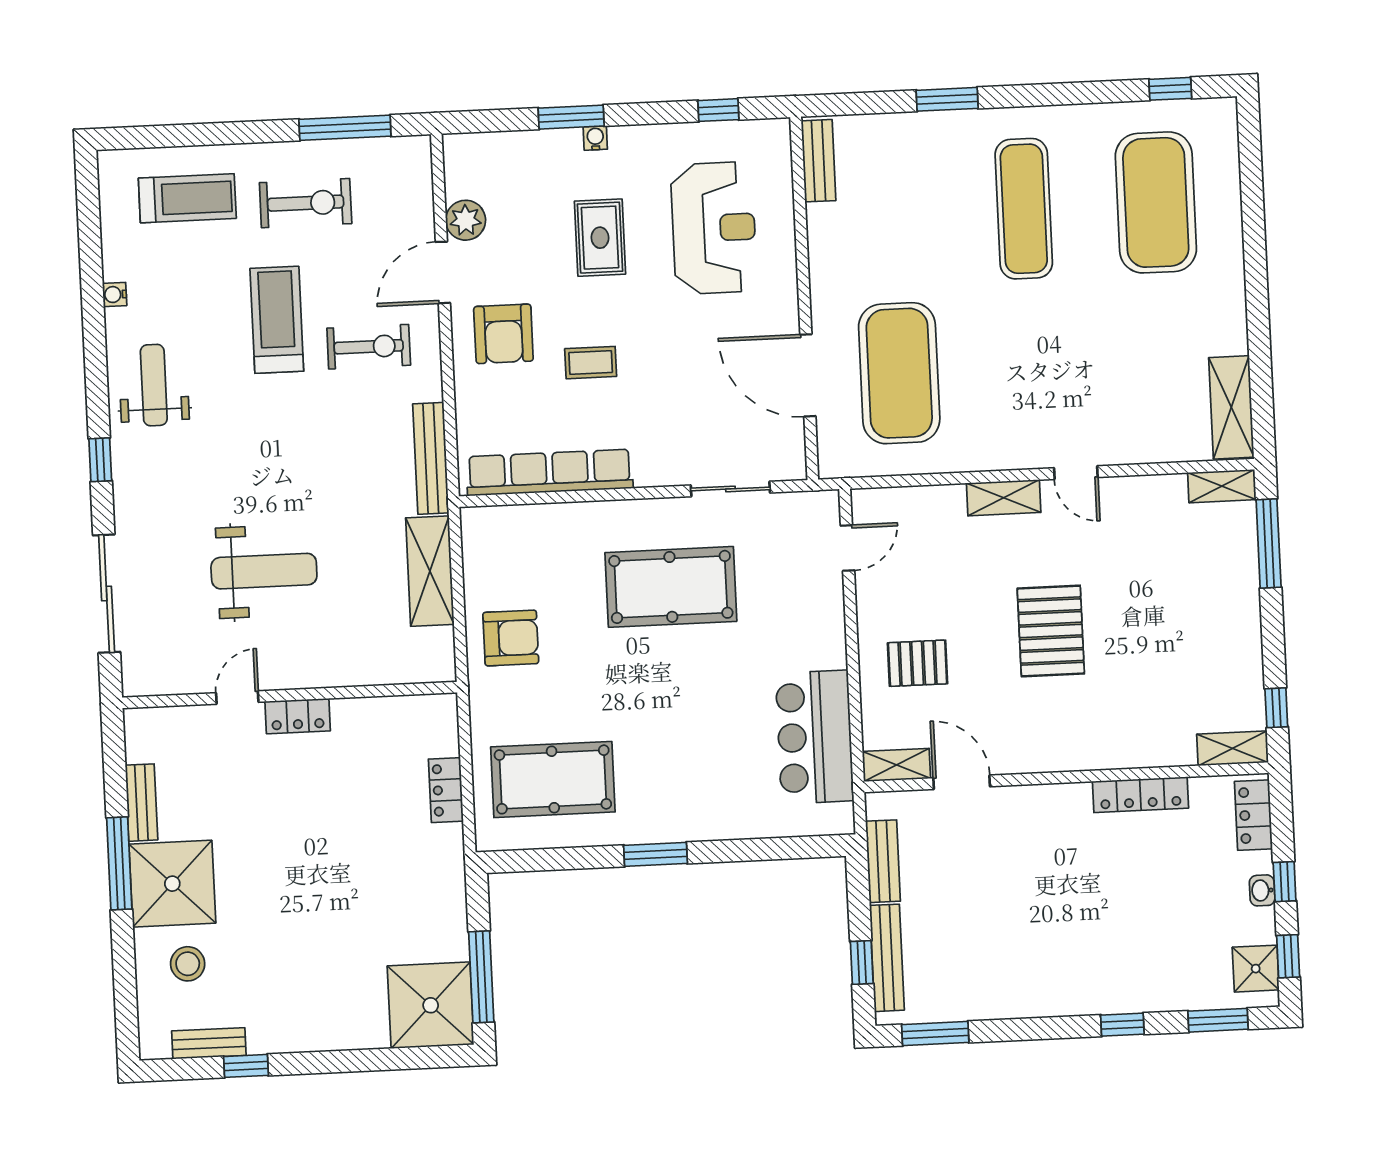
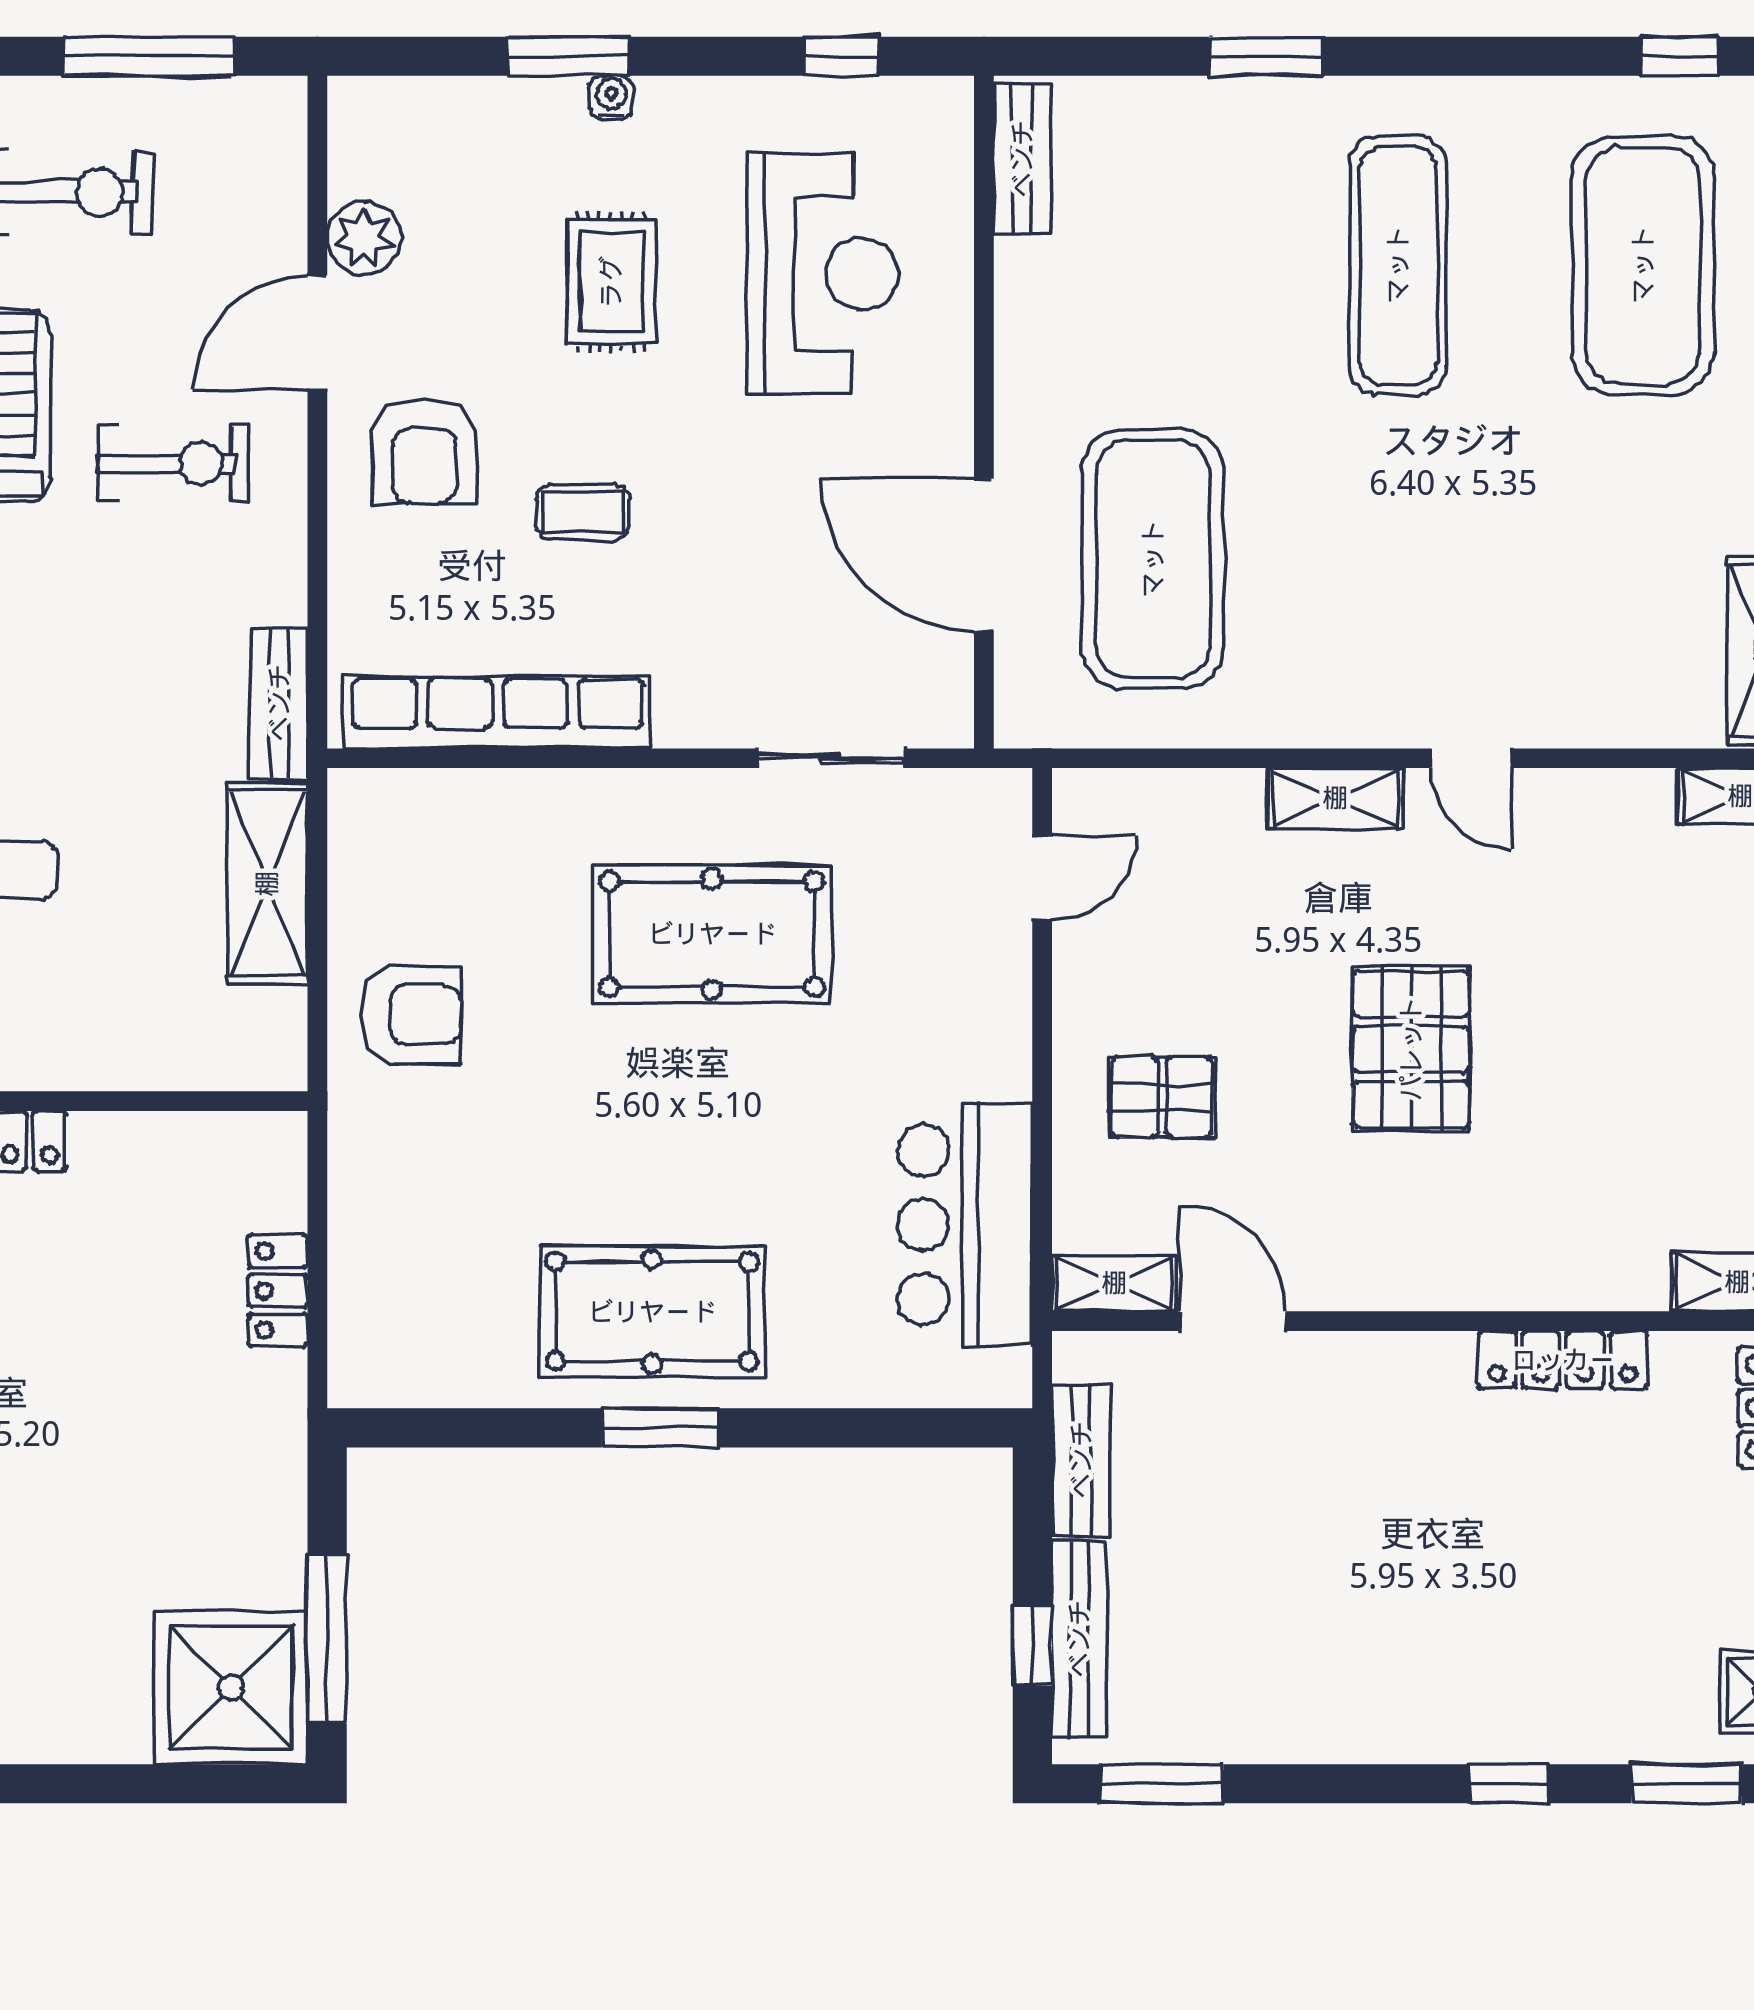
bench: (431, 458) -> (279, 703), width x0.73
pool table: (553, 779) -> (652, 1312), moved

